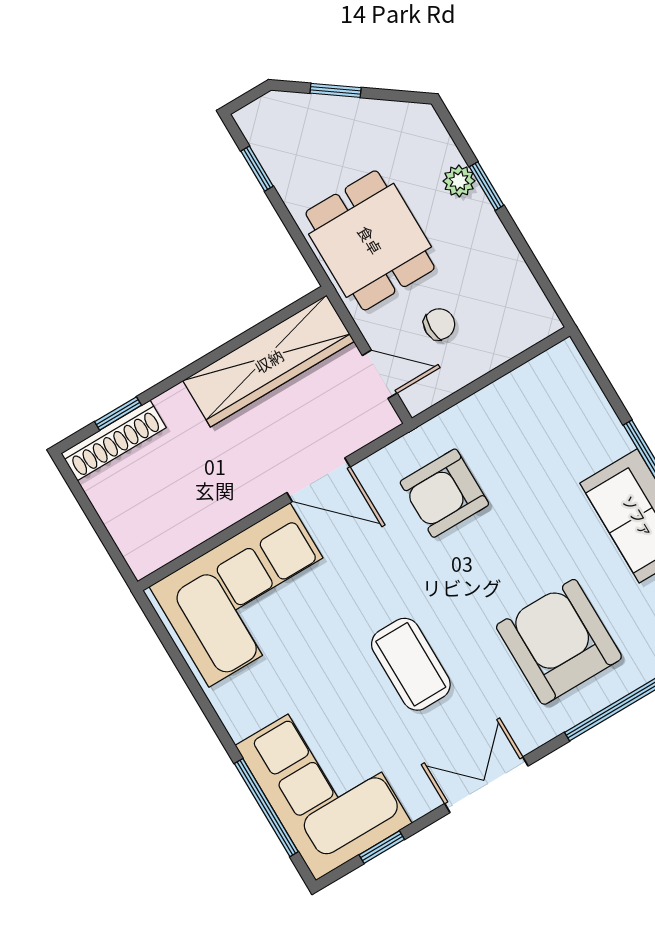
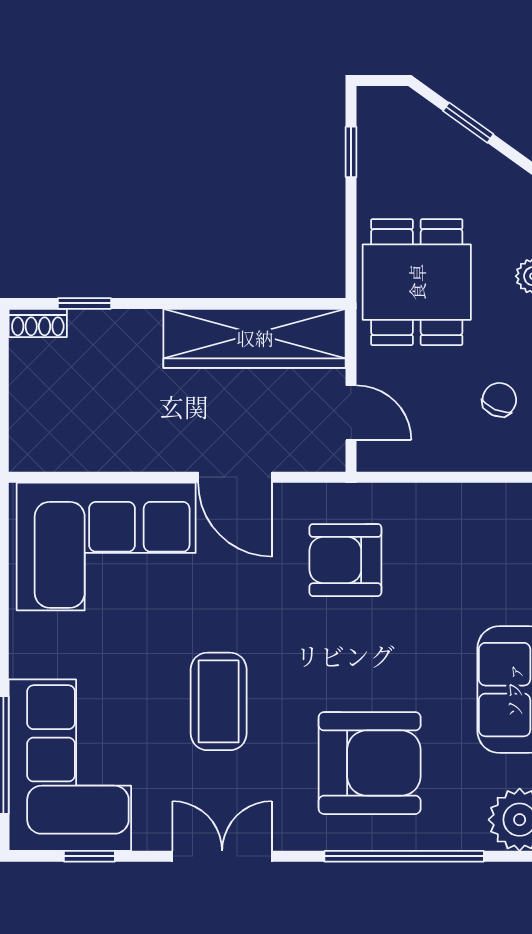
chair: (439, 324) -> (499, 400), moved, turned -66
shoe rack: (114, 440) -> (38, 323), width x0.51, depth x0.81
armchair: (559, 642) -> (370, 763), turned 90

